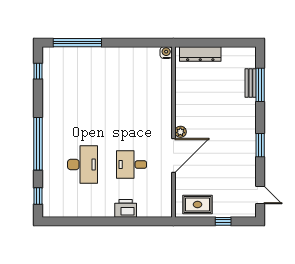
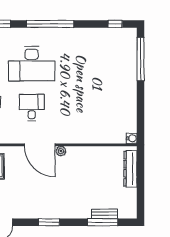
desk: (83, 165) -> (32, 64), width x1.36, depth x1.30

